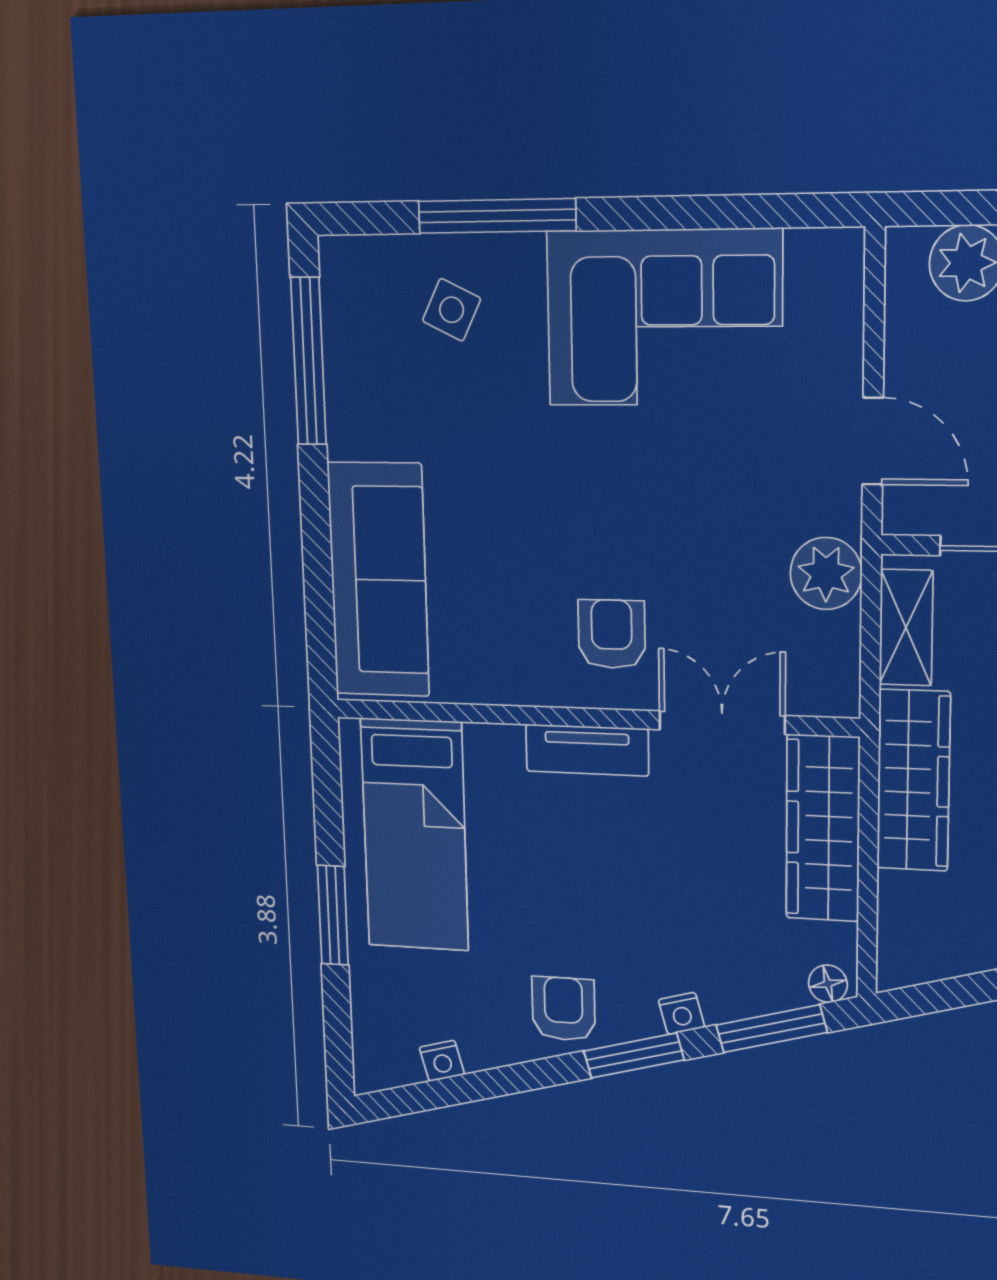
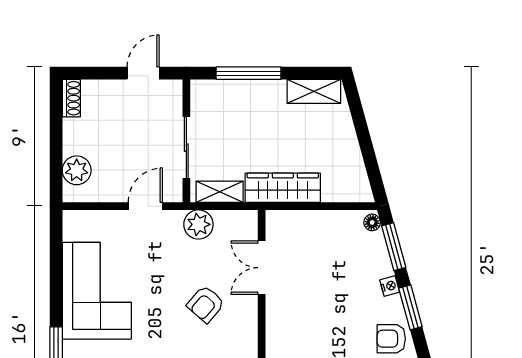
armchair: (612, 634) -> (206, 304), moved, turned -49
tv unit: (587, 750) -> (276, 326), removed
wardrobe: (823, 828) -> (305, 225), removed

